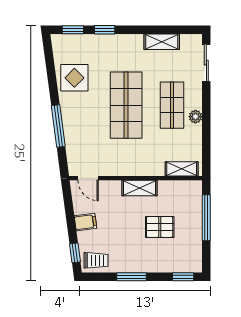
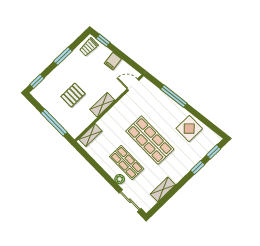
plant: (195, 117) -> (120, 179), moved

